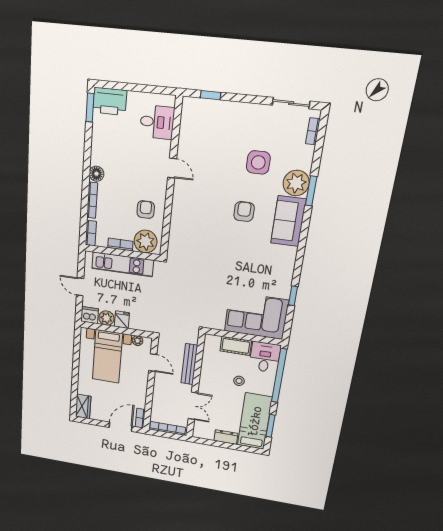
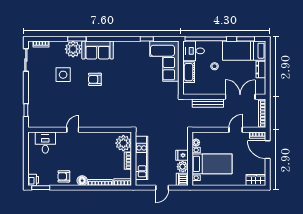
printer: (110, 101) -> (33, 180), width x0.53, depth x0.68
armchair: (146, 210) -> (64, 176), moved
door: (153, 363) -> (236, 130), moved
double door: (193, 406) -> (240, 97), width x1.37

